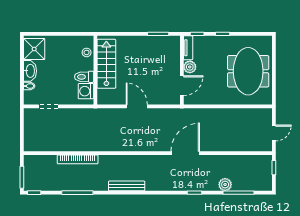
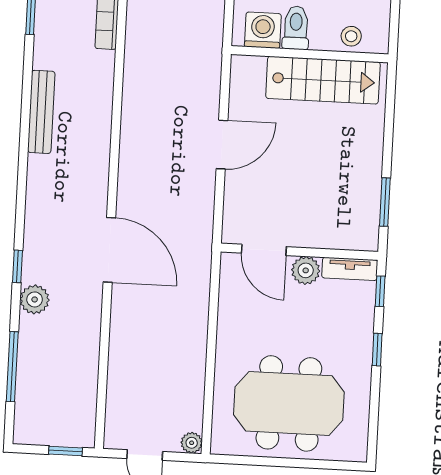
plant: (268, 113) -> (192, 443), added
plant: (225, 185) -> (35, 299), moved

